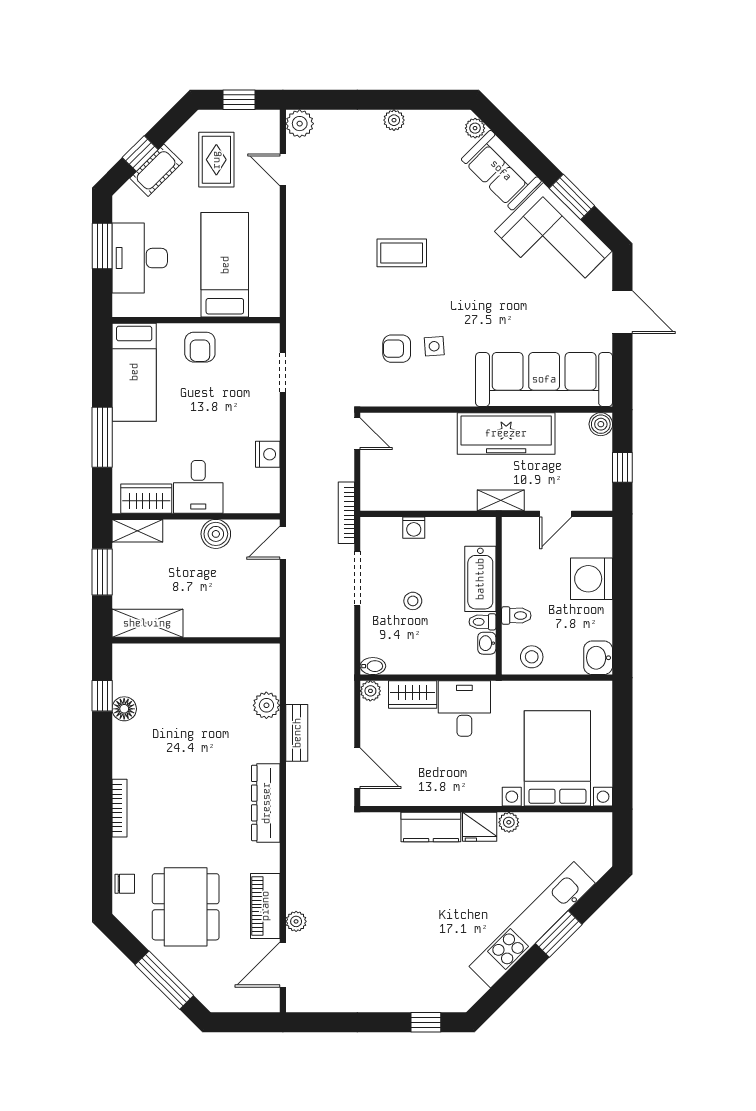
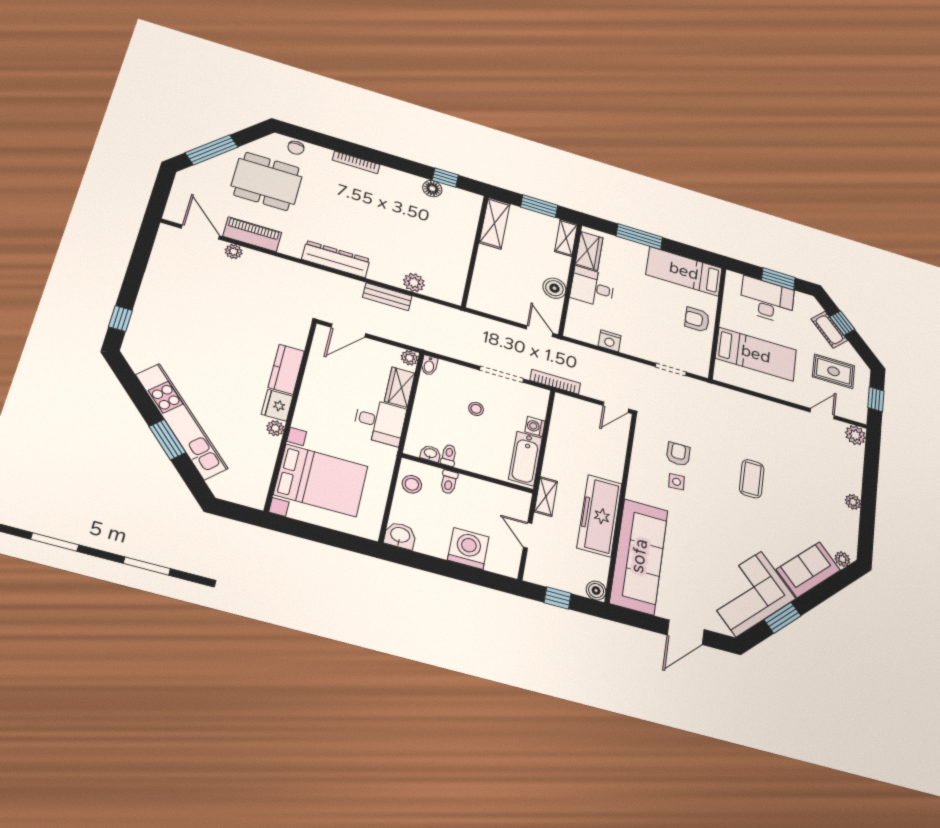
bathtub: (480, 579) -> (525, 459), moved, turned -90

